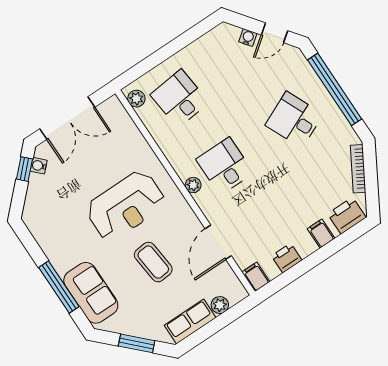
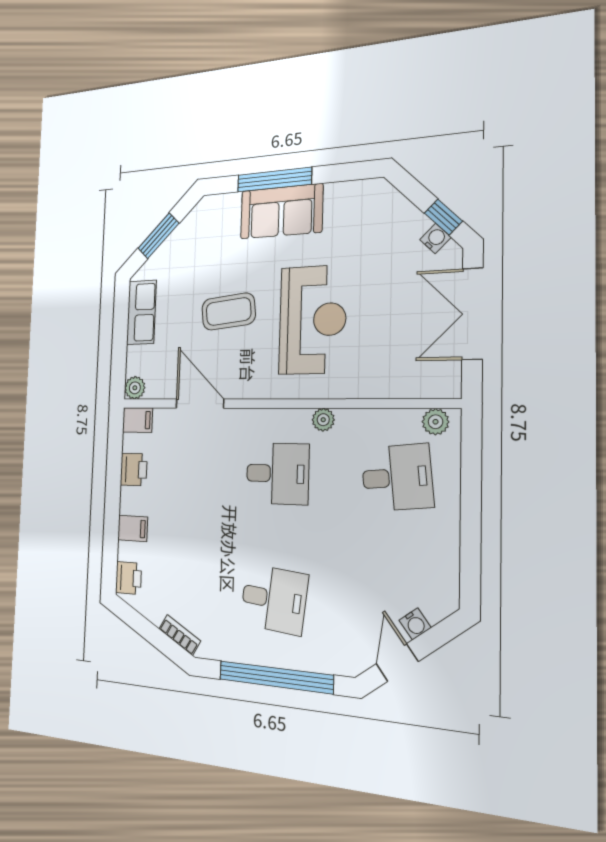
desk: (294, 120) -> (274, 599), turned 30
bookcase: (358, 169) -> (180, 635), width x0.64
plant: (193, 185) -> (323, 420), moved
reception desk: (126, 206) -> (313, 320), turned 180
printer: (347, 216) -> (128, 578), width x0.73, depth x0.81
sofa: (91, 293) -> (281, 211), moved
plant: (220, 305) -> (135, 388), moved

